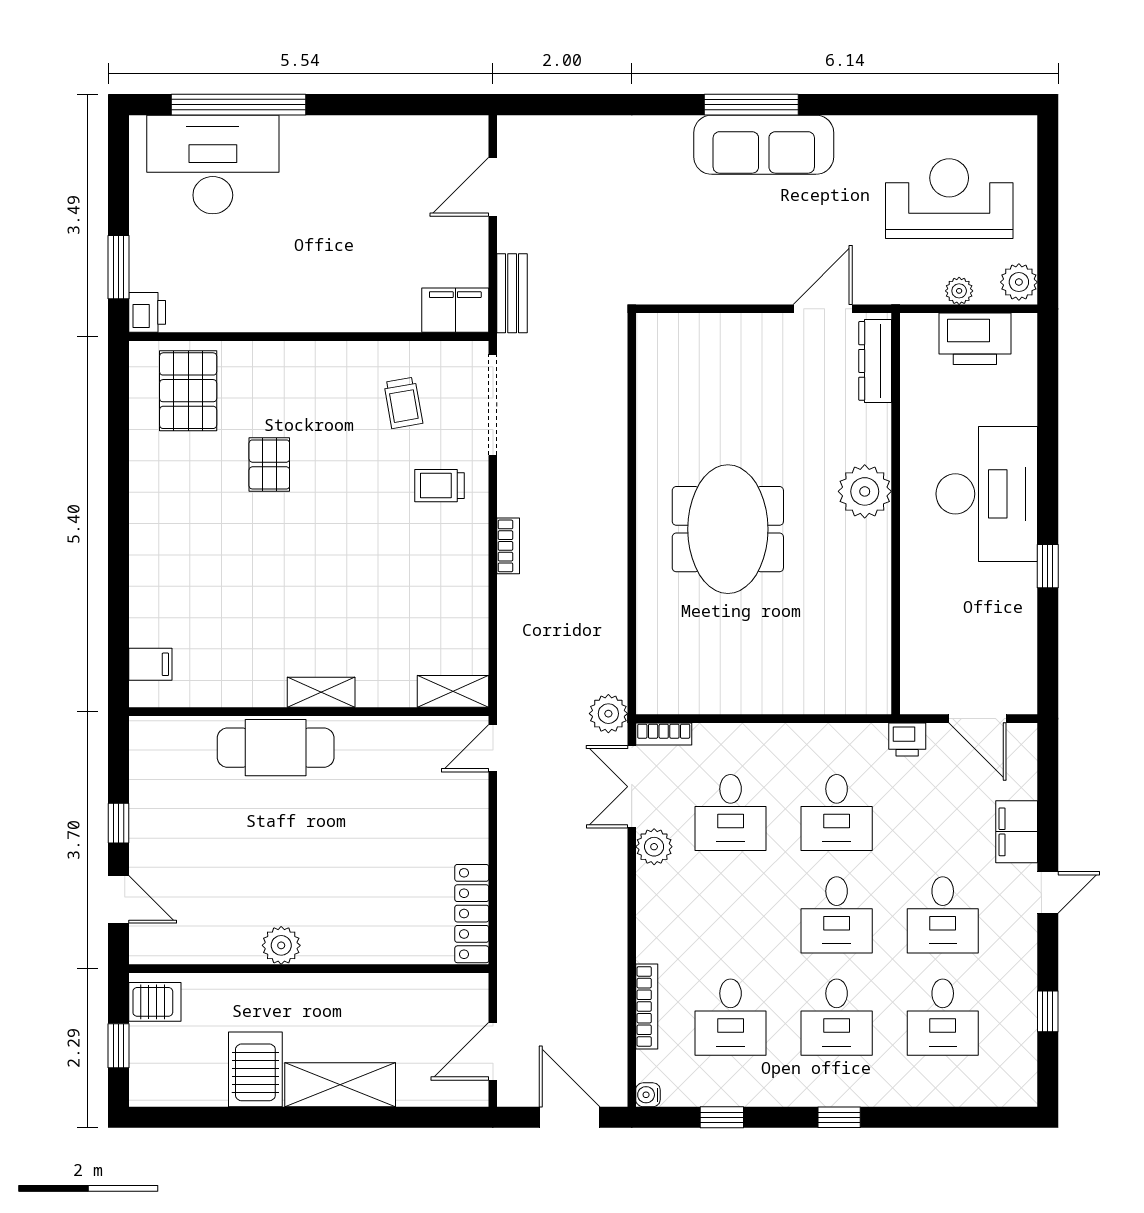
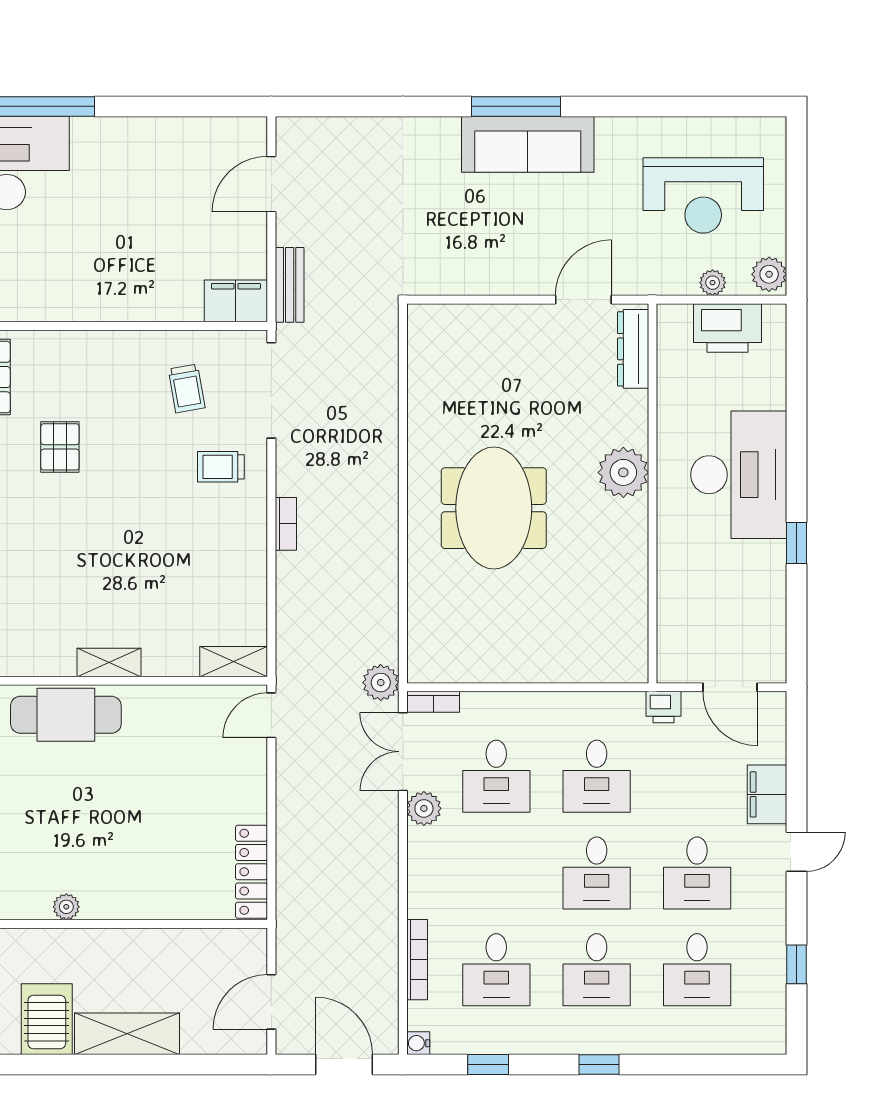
reception desk: (949, 199) -> (703, 195), turned 180
plant: (281, 945) -> (66, 907), width x0.73, depth x0.73

